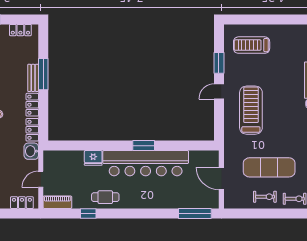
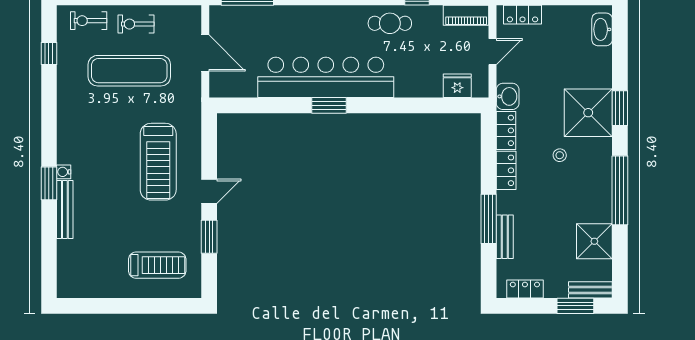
bench: (33, 78) -> (505, 237), moved
fridge: (93, 158) -> (457, 86), moved

